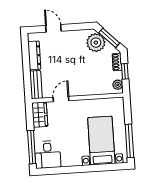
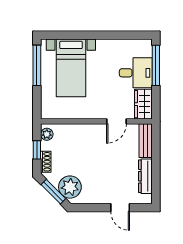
desk: (48, 155) -> (136, 73), moved, turned 90

